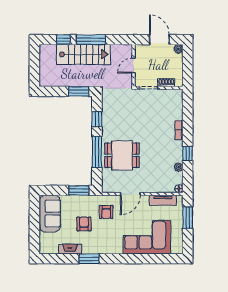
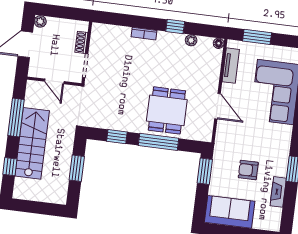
window: (91, 40) -> (16, 117), moved
window: (79, 91) -> (77, 168), moved
armchair: (106, 212) -> (237, 140), removed

